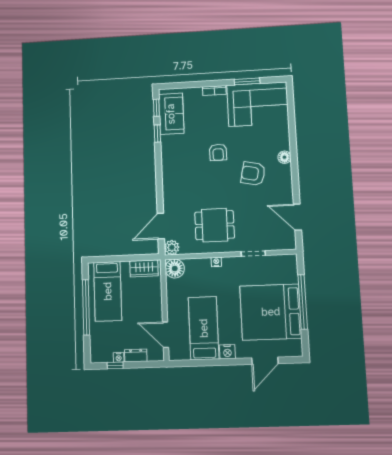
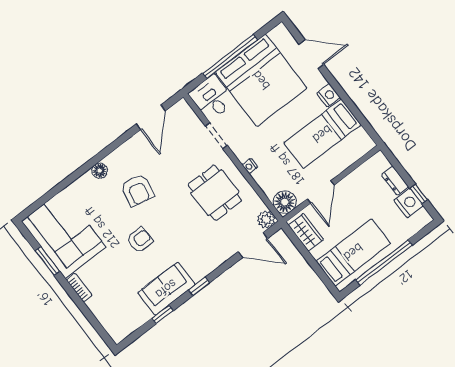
window: (156, 108) -> (199, 286), moved
sofa: (171, 114) -> (166, 289), moved
desk: (282, 269) -> (212, 98), added
door: (166, 335) -> (321, 192), moved
nightstand: (119, 357) -> (408, 203), width x1.89, depth x1.79

